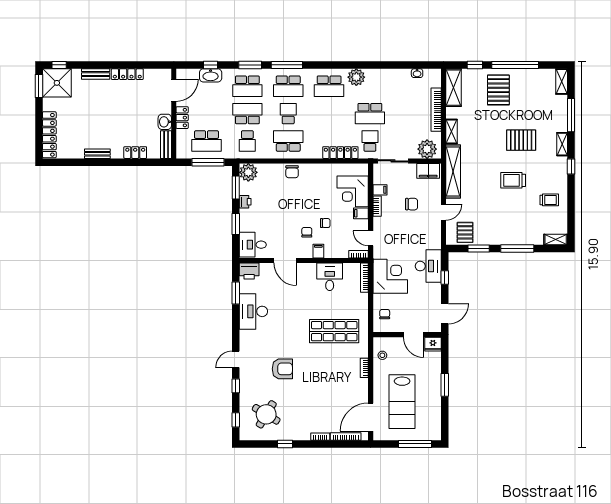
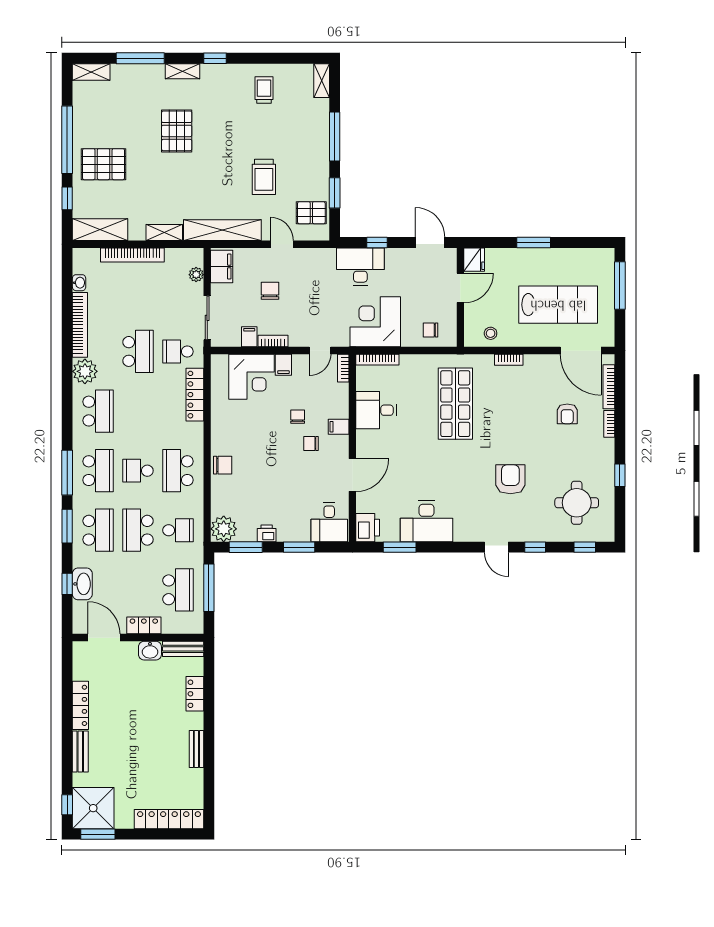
bookcase: (388, 74) -> (80, 325), added
plant: (427, 149) -> (196, 275), width x0.53, depth x0.53
trolley: (513, 180) -> (264, 177), moved
armchair: (327, 408) -> (567, 414), added
round table: (266, 414) -> (577, 503), turned -31

